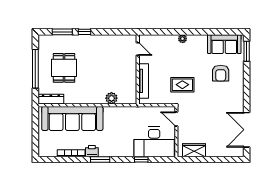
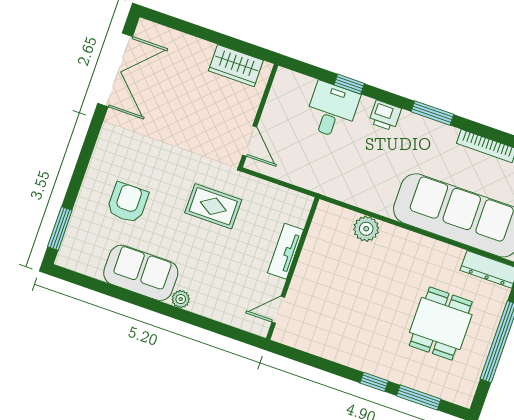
sofa: (224, 44) -> (141, 273), moved
door: (138, 49) -> (278, 310), hinge flipped
tv unit: (144, 81) -> (286, 251), width x0.71
desk: (154, 142) -> (332, 110), width x0.53, depth x0.77
printer: (92, 151) -> (385, 116), moved

